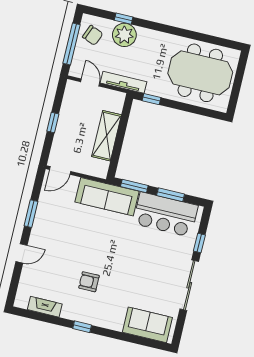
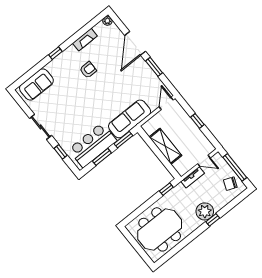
window: (124, 19) -> (213, 220), moved
plant: (124, 35) -> (205, 211), moved
tv unit: (124, 82) -> (193, 177), width x0.71
door: (22, 253) -> (135, 43), width x1.88
sliding door: (189, 285) -> (41, 127), width x0.73
plant: (20, 302) -> (107, 21), added
fireplace: (45, 307) -> (85, 40), moved
window: (82, 327) -> (55, 53), moved

